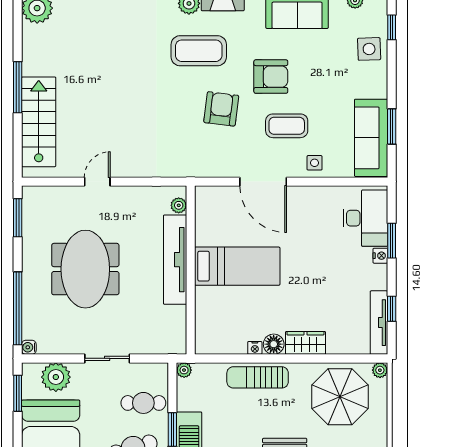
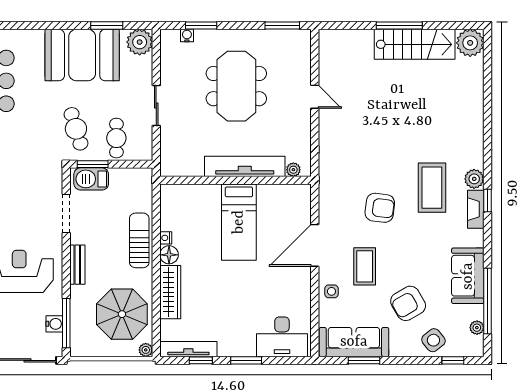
side table: (369, 49) -> (433, 340), turned -37
armchair: (271, 77) -> (408, 303), moved, turned 60
stairs: (39, 122) -> (415, 44), moved
window: (392, 241) -> (246, 360), moved
nightstand: (380, 256) -> (248, 350), removed
meeting table: (85, 269) -> (236, 86), turned 90
window: (18, 308) -> (201, 25), width x0.47
wardrobe: (305, 343) -> (170, 292), width x1.50
water cooler: (29, 347) -> (187, 35), moved
plant: (184, 370) -> (146, 174), removed
plant: (56, 377) -> (140, 42), moved
window: (18, 393) -> (107, 25), moved

